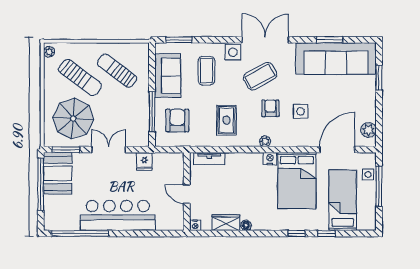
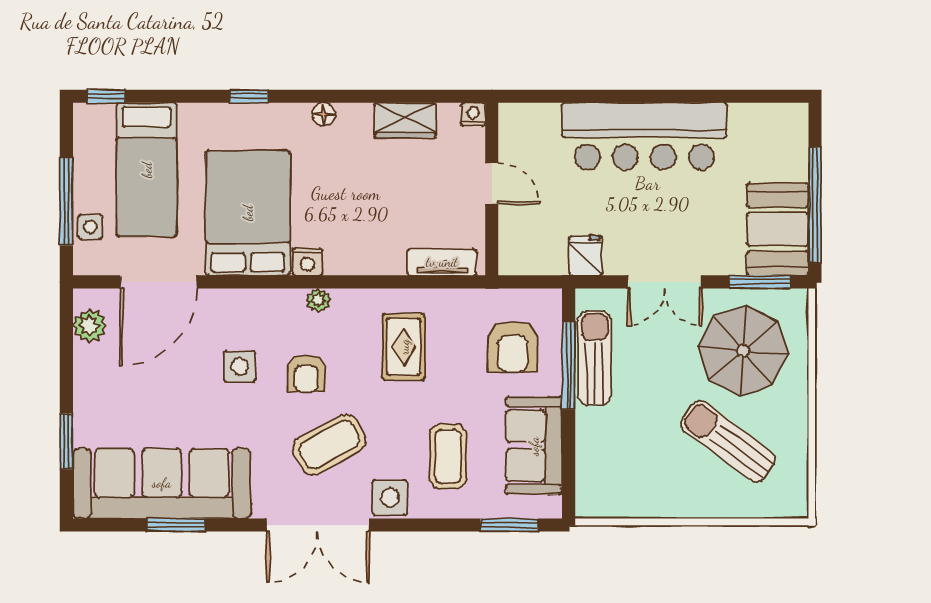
plant: (49, 52) -> (796, 499), removed
sun lounger: (117, 71) -> (595, 358), moved, turned -127
floor lamp: (246, 225) -> (324, 114), moved
window: (80, 233) -> (729, 96), removed
window: (326, 233) -> (106, 96), moved

